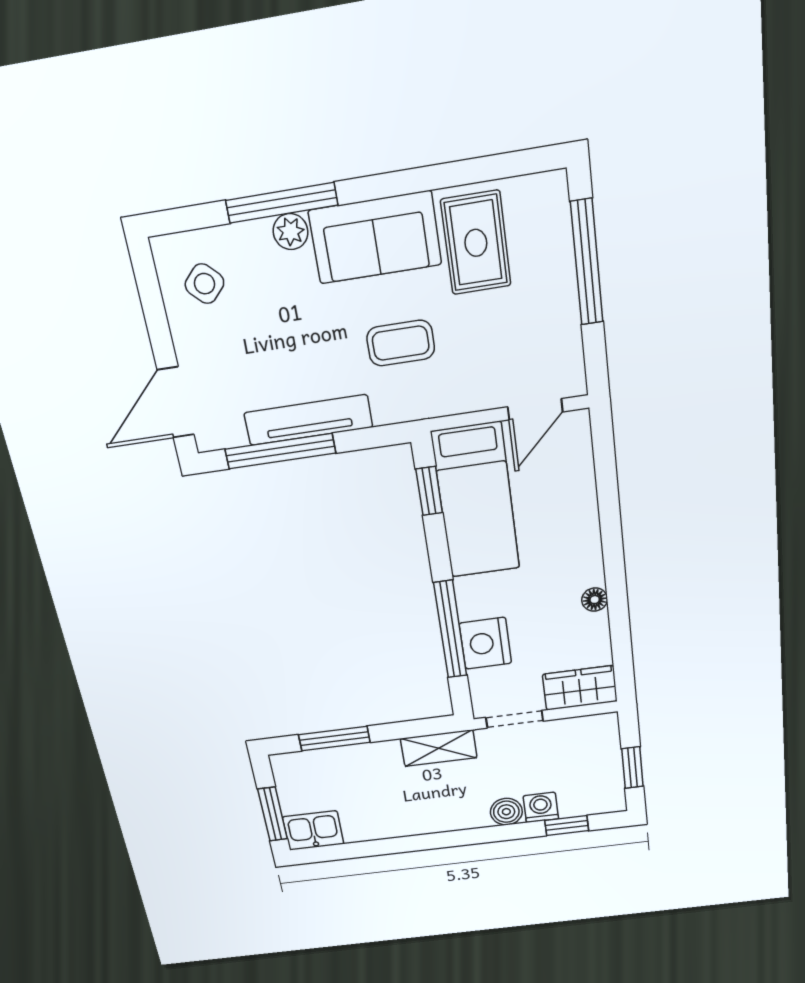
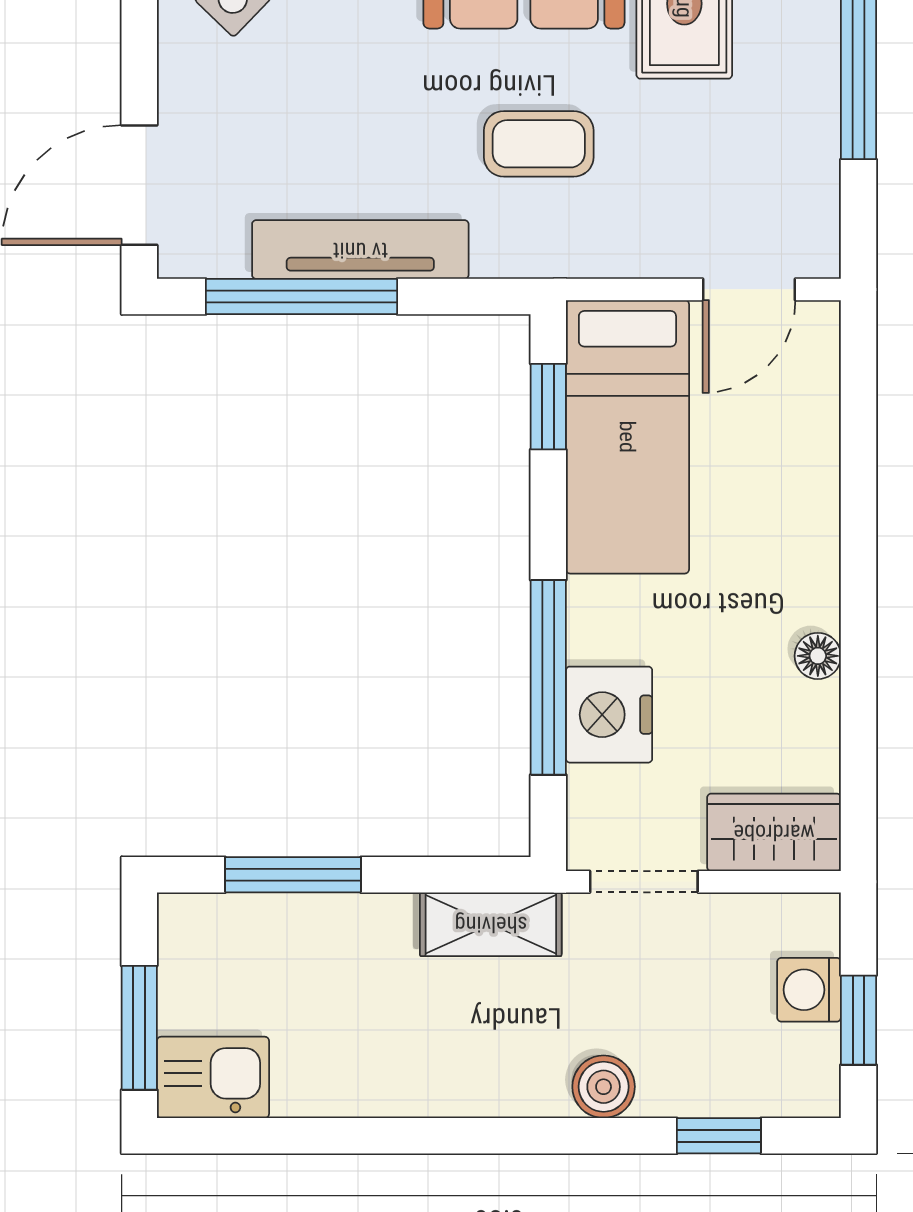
washing machine: (541, 807) -> (809, 990), moved, turned -90

